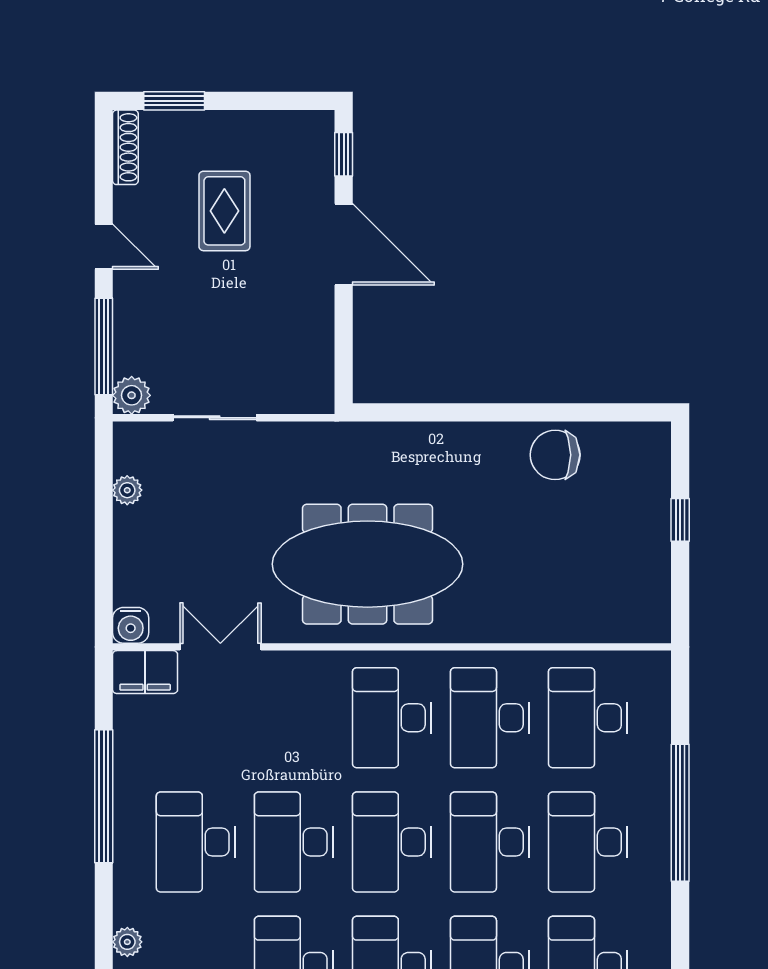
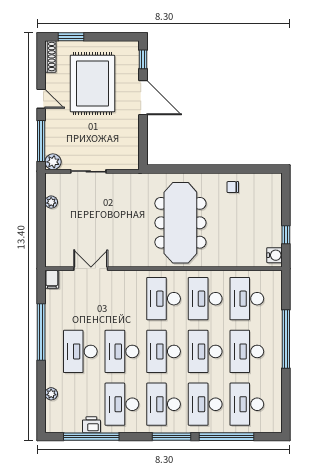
rug: (224, 211) -> (92, 84), width x1.86, depth x2.06
chair: (555, 455) -> (233, 187), width x0.54, depth x0.54
window: (680, 520) -> (286, 235), moved
meeting table: (368, 564) -> (180, 223), moved, turned 90
water cooler: (131, 625) -> (274, 255), moved, turned -90
filing cabinet: (145, 672) -> (52, 279), width x0.50

